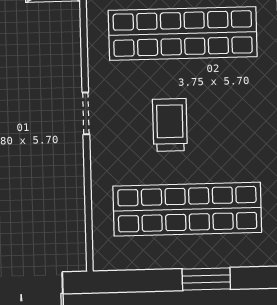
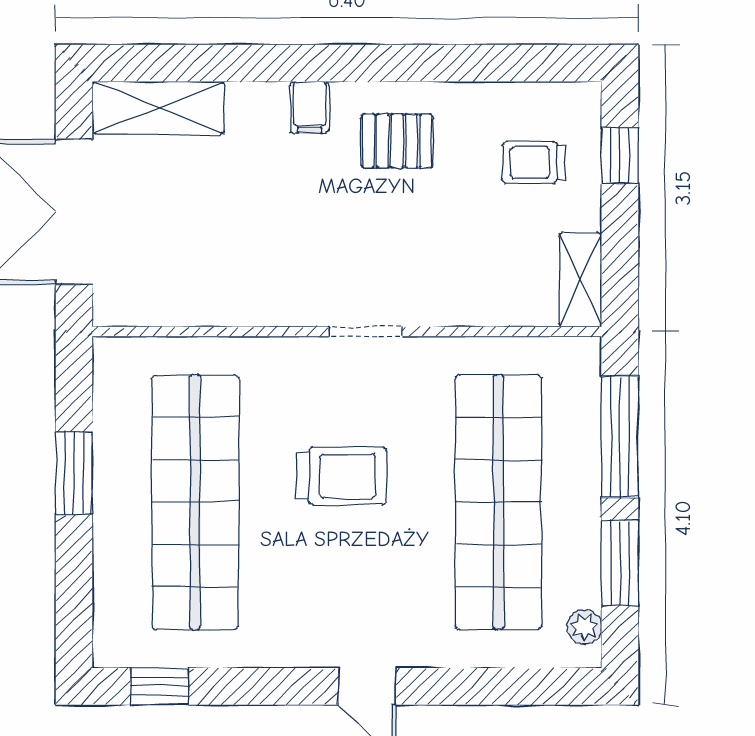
window: (206, 279) -> (74, 473), moved

